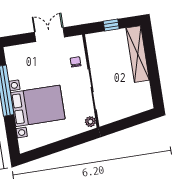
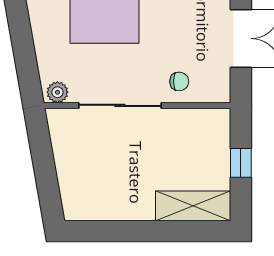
shelving: (138, 54) -> (193, 206), width x0.68

